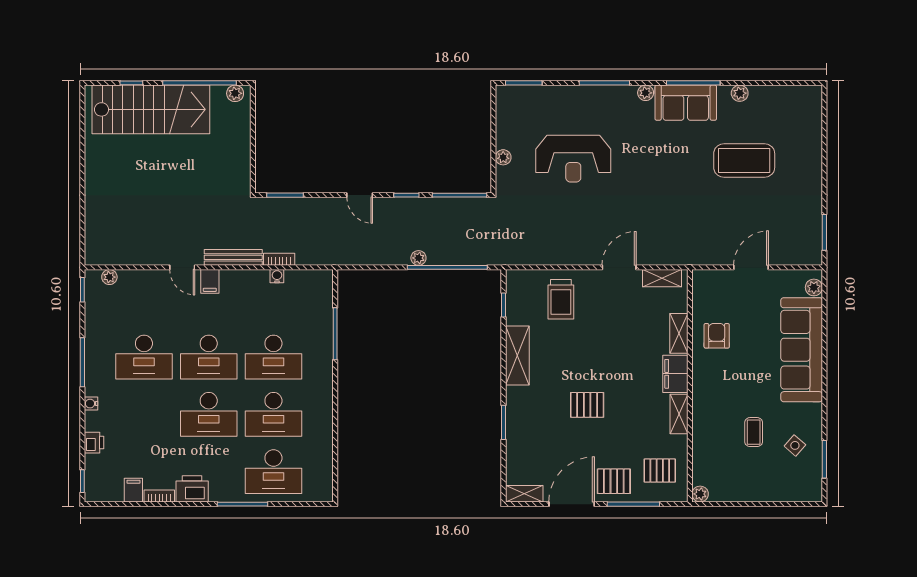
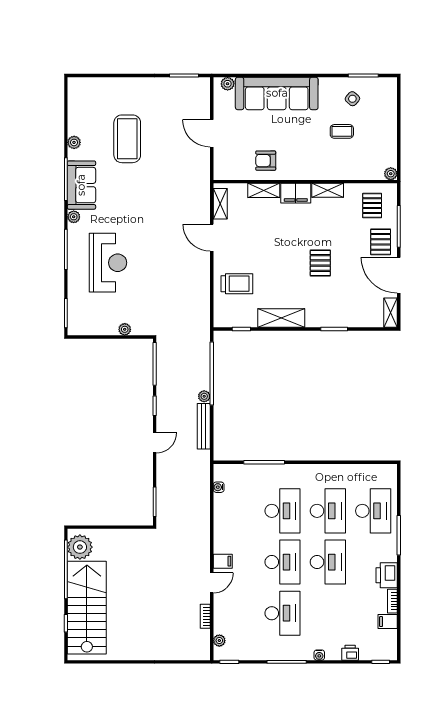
plant: (235, 93) -> (80, 547), width x1.88, depth x1.88
reception desk: (573, 159) -> (108, 263), moved
bench: (233, 257) -> (204, 426), moved
bookcase: (279, 259) -> (205, 616), moved
water cooler: (277, 276) -> (219, 487), moved

